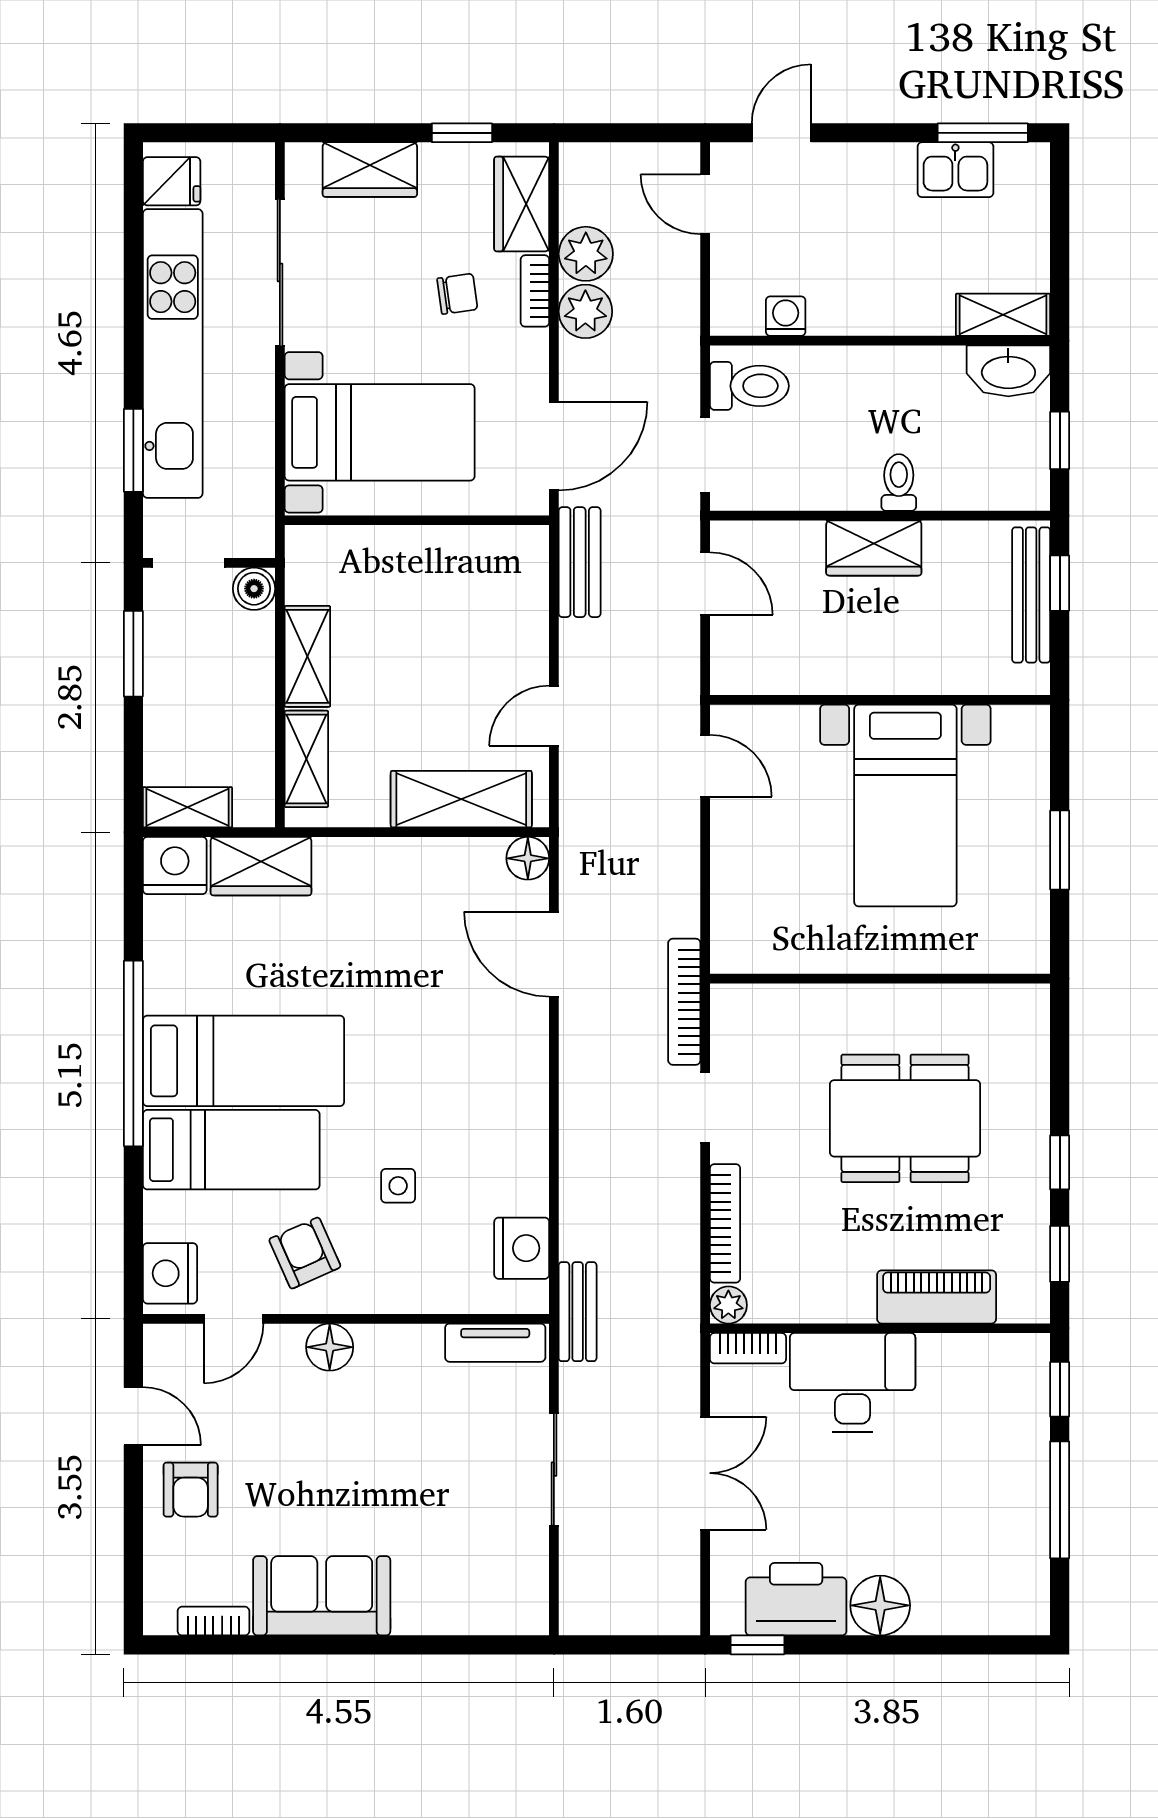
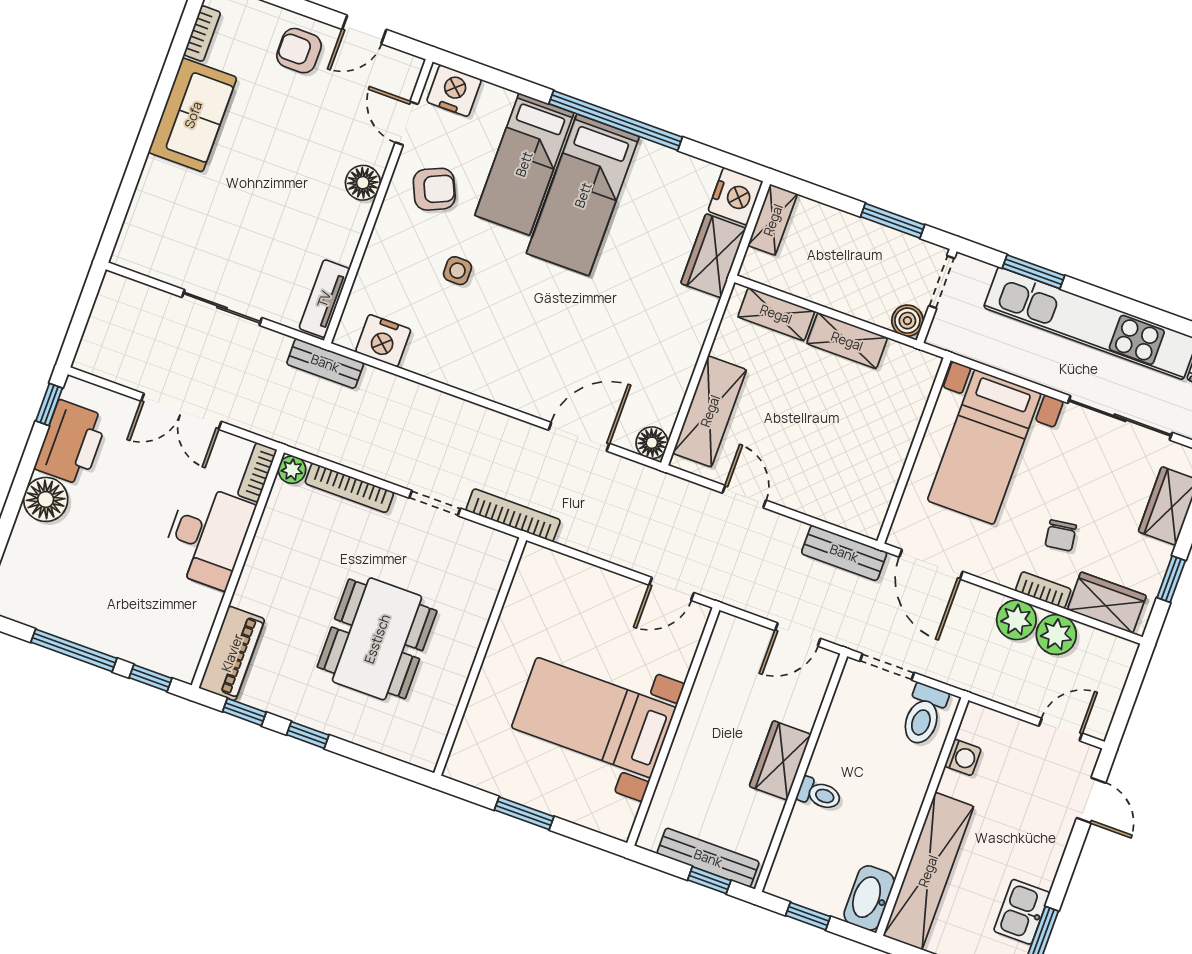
shelving: (1003, 315) -> (928, 871), width x2.20, depth x1.33
piano: (937, 1297) -> (232, 653), moved

